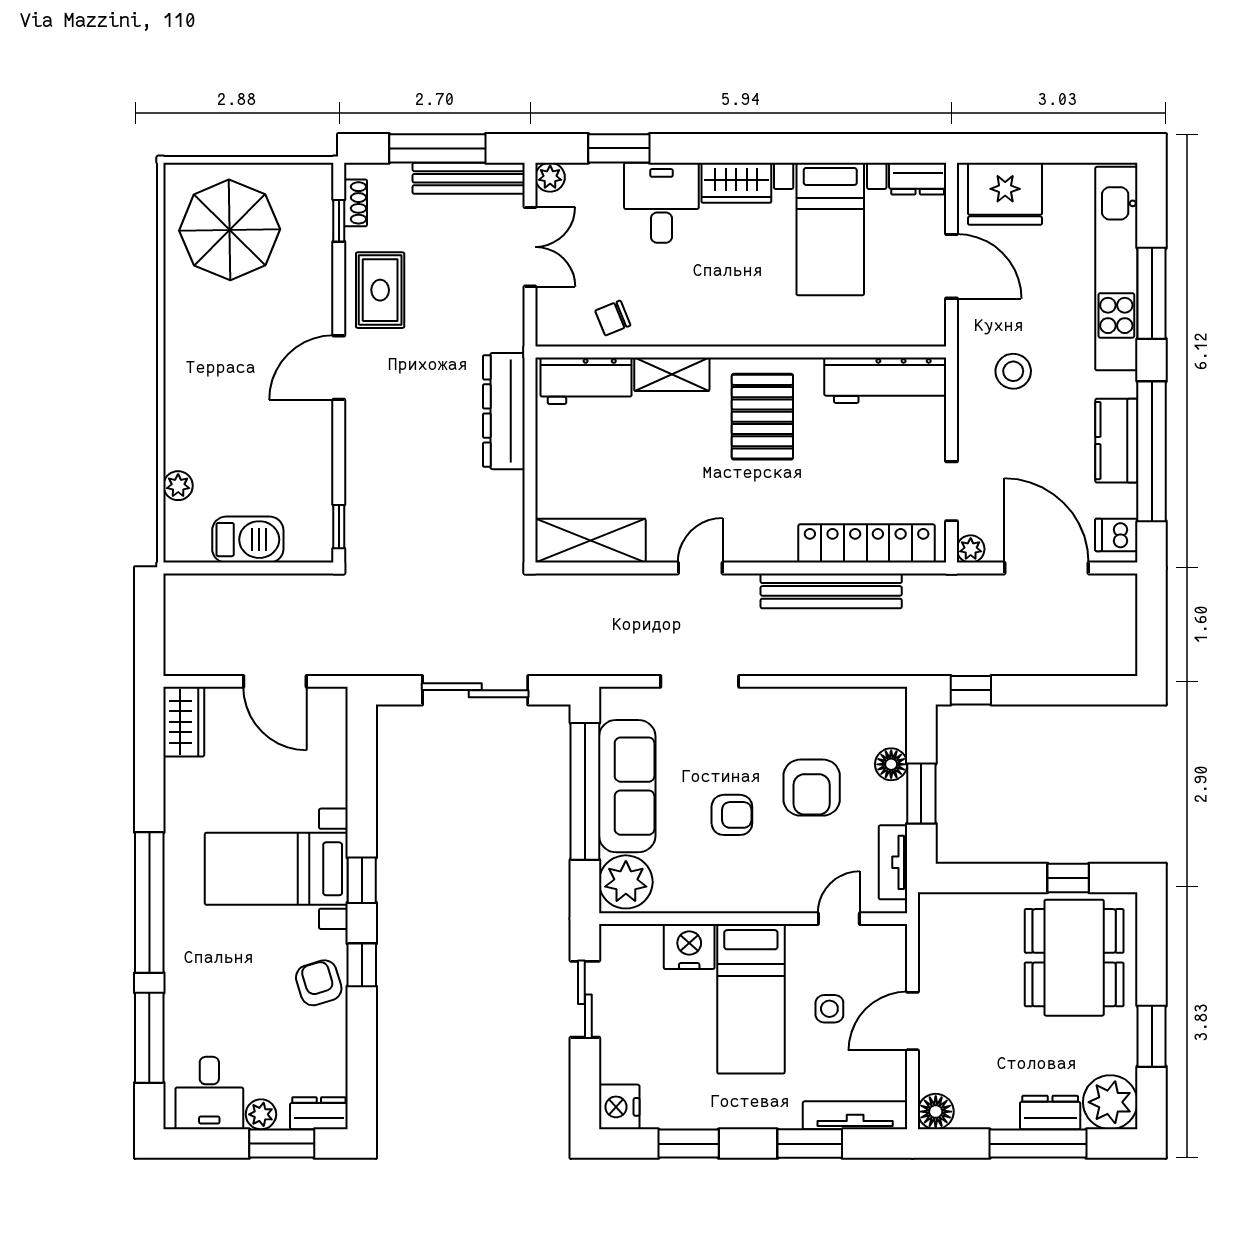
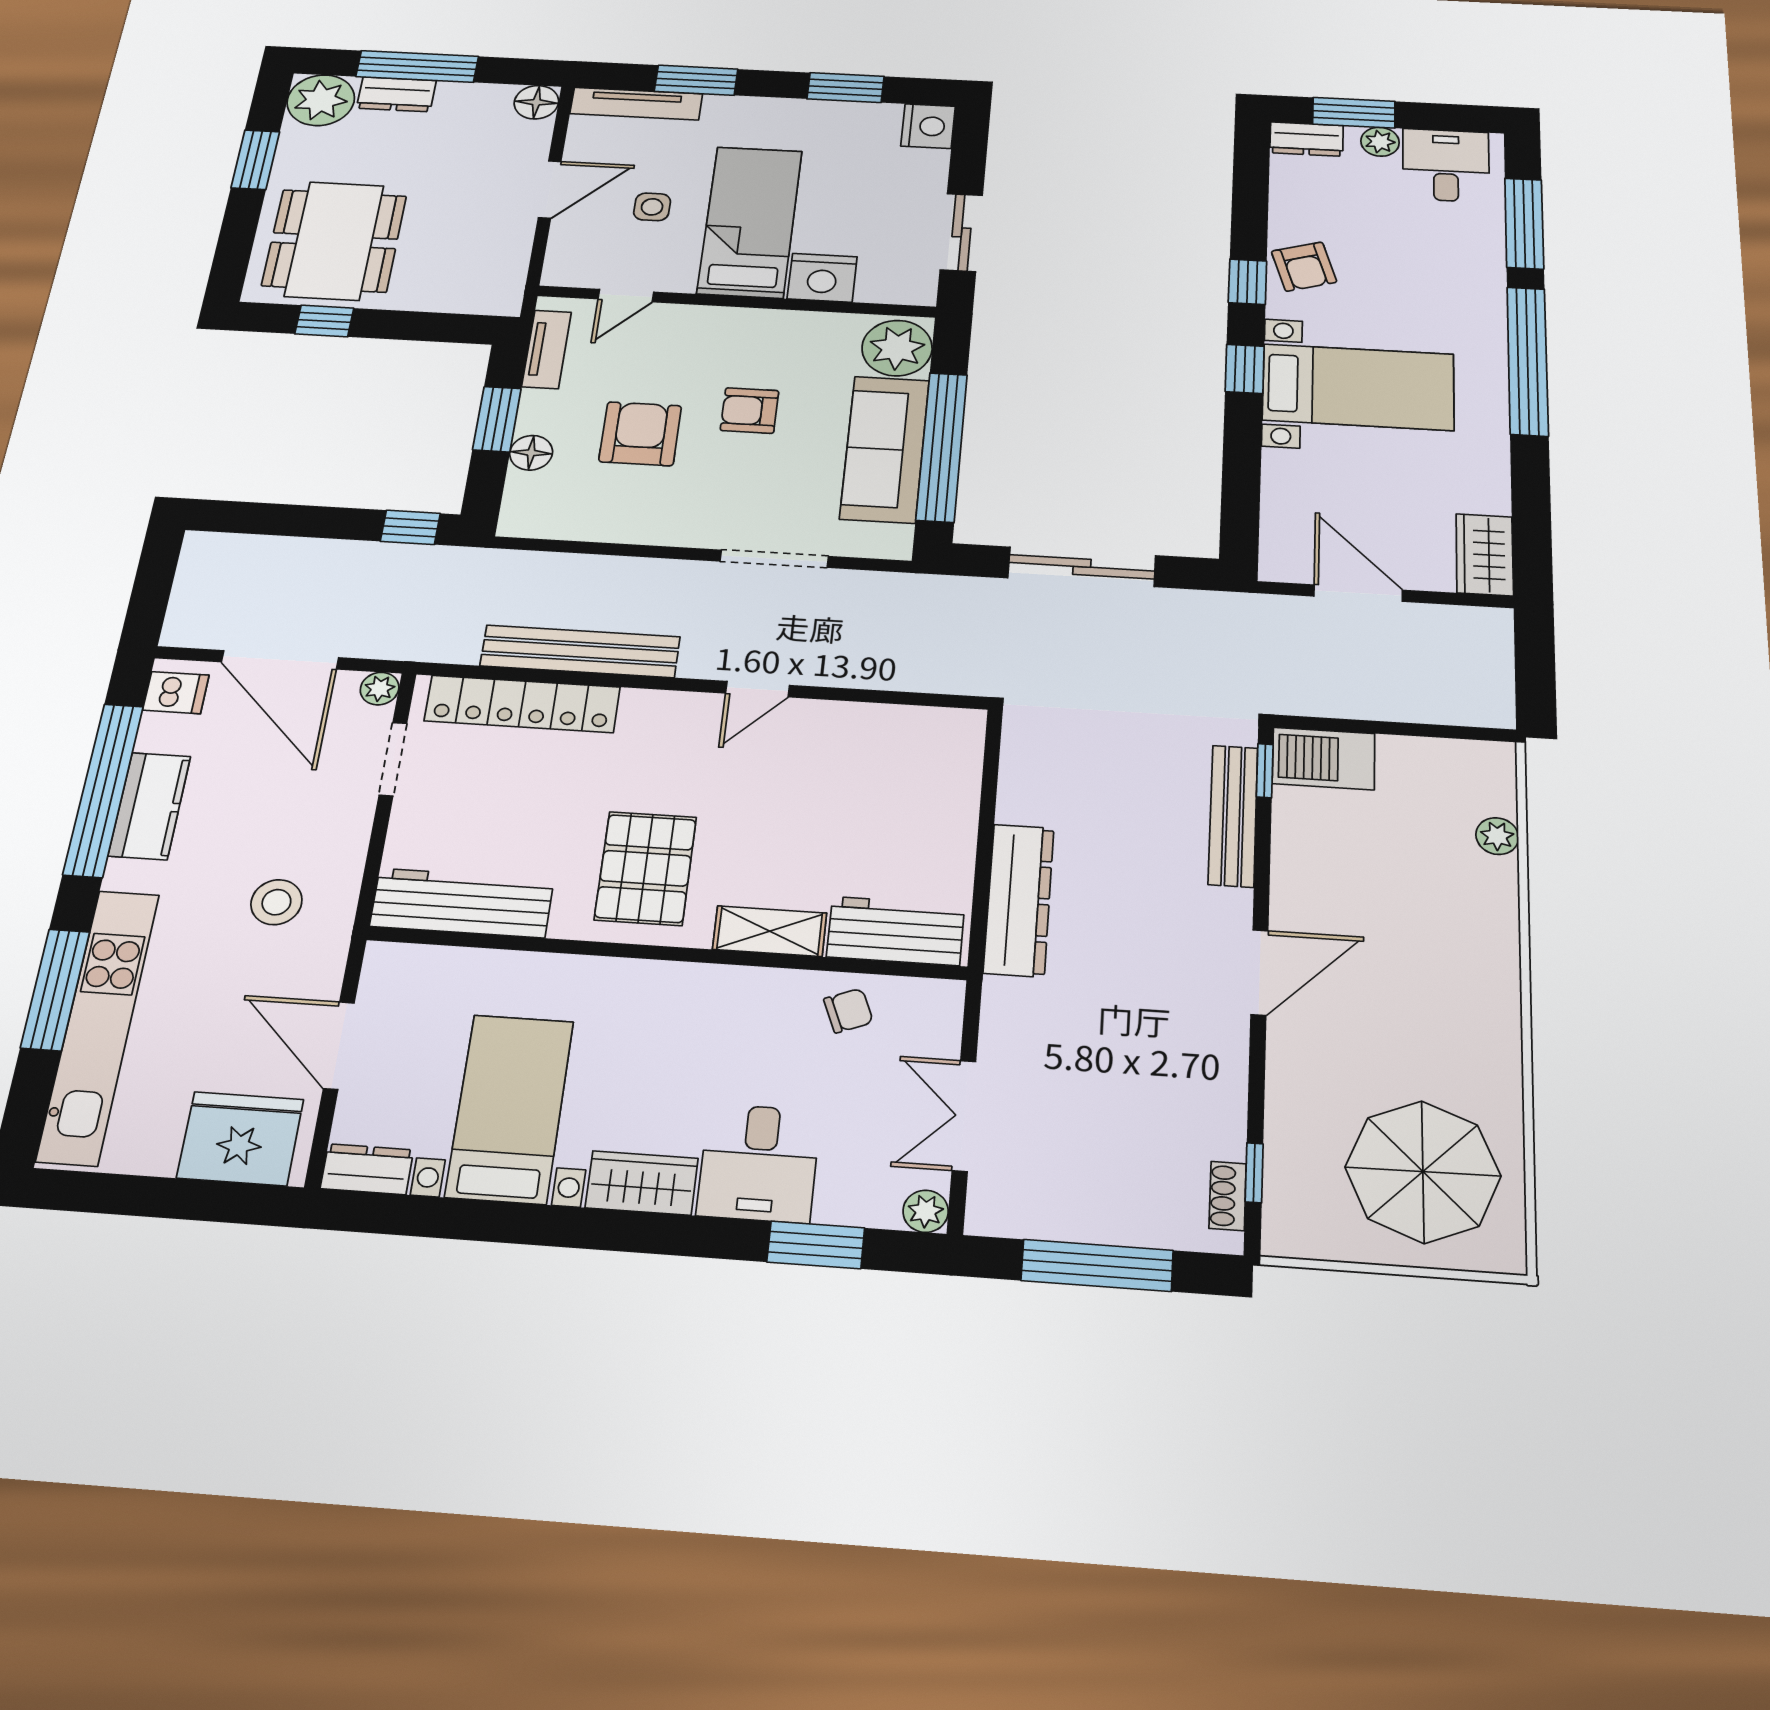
bench: (469, 178) -> (1233, 816), moved, turned 90
rug: (380, 290) -> (1194, 1072), removed
barbecue: (248, 540) -> (1324, 759), moved
shelving: (590, 541) -> (908, 731), removed

